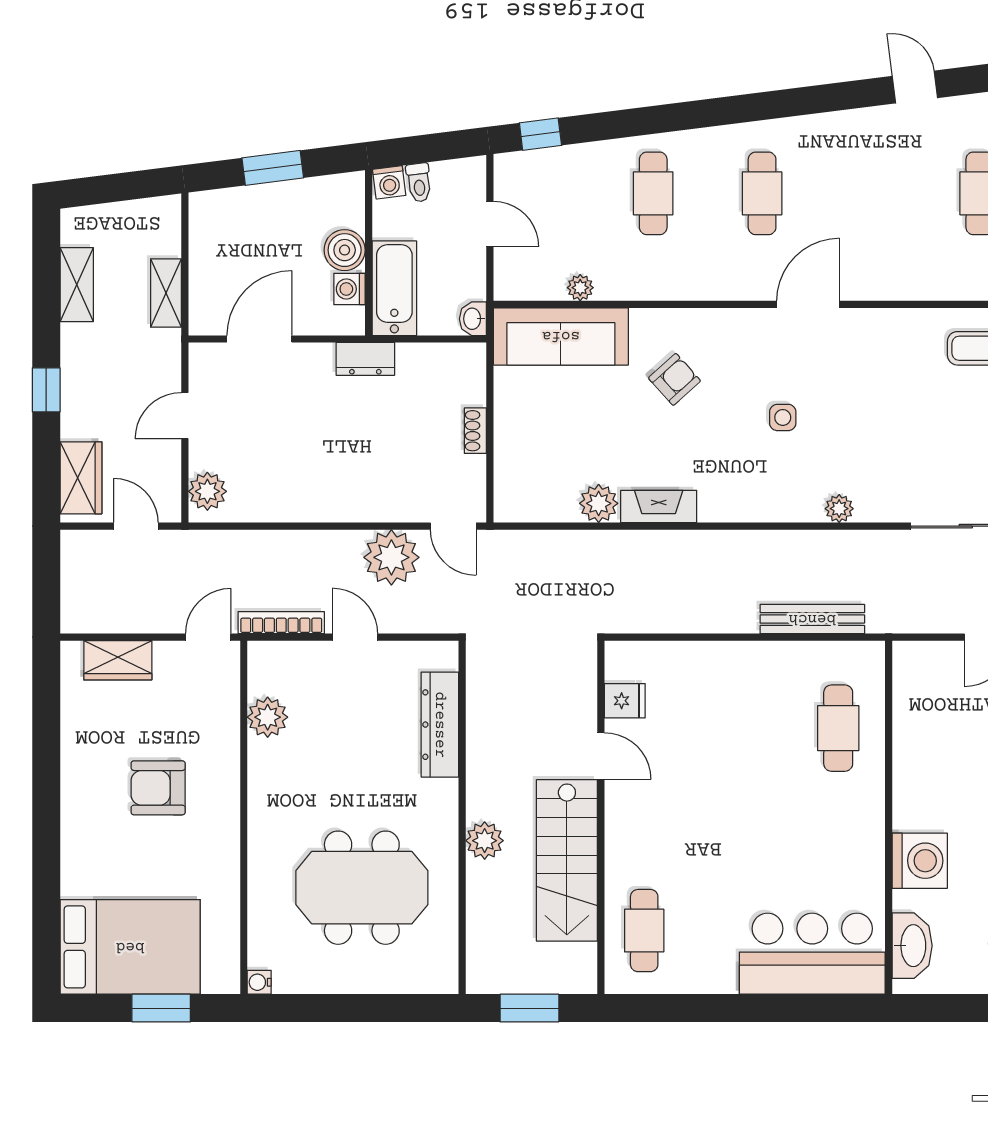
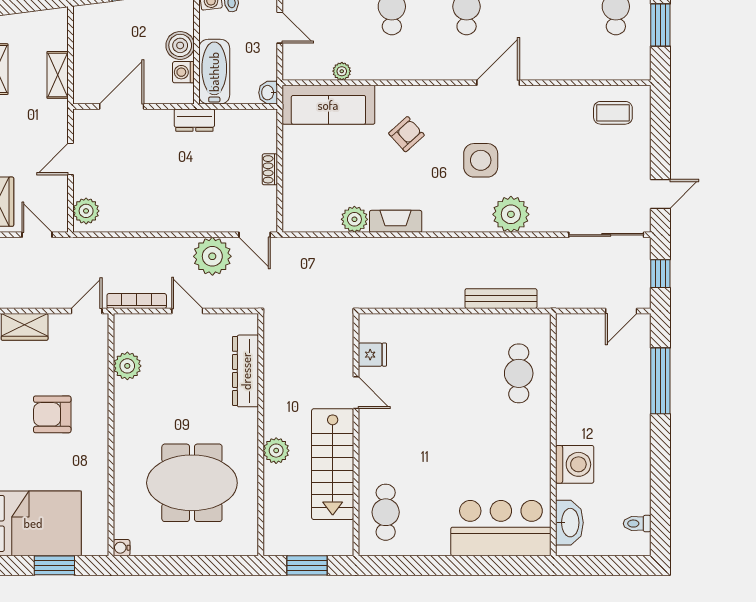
side table: (783, 417) -> (481, 160), width x1.87, depth x1.87
plant: (839, 509) -> (511, 214), width x1.88, depth x1.88

